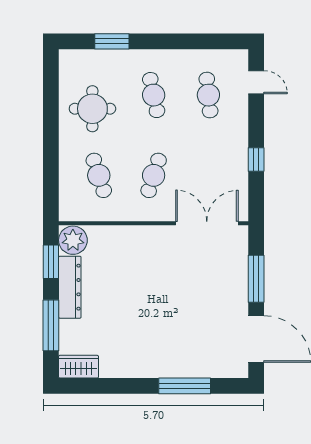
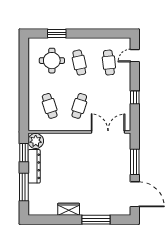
door: (256, 82) -> (135, 56), swing flipped
round table: (92, 109) -> (52, 61), moved
wardrobe: (79, 367) -> (69, 209), moved

